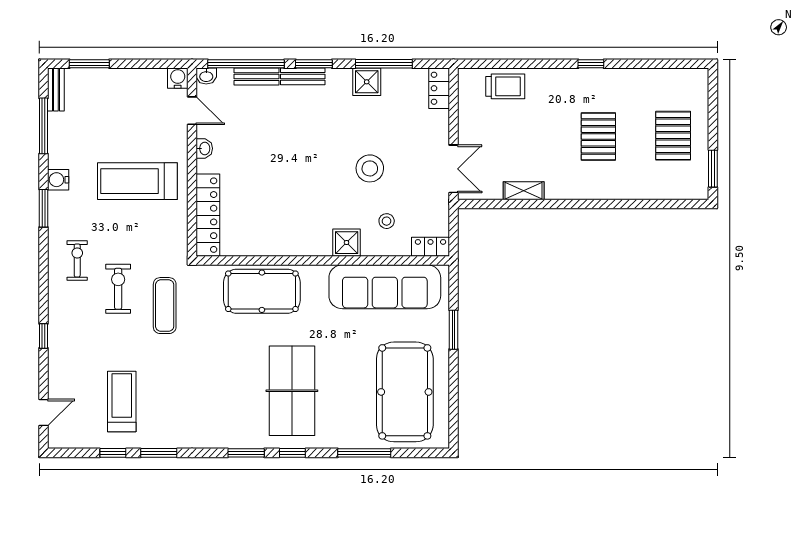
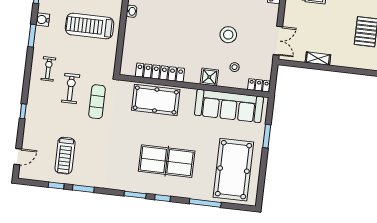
locker: (208, 215) -> (160, 72), moved, turned -90
table tennis table: (292, 391) -> (167, 161), turned 90
treadmill: (122, 402) -> (65, 156), turned 180

